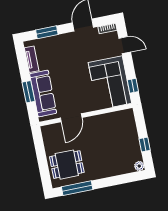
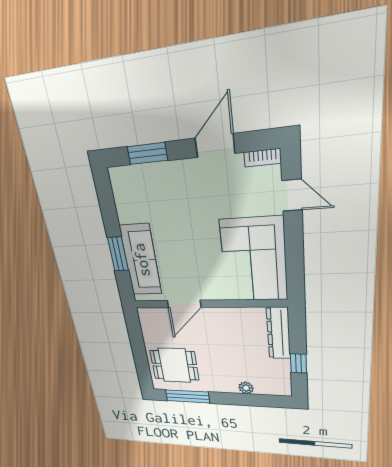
tv unit: (32, 59) -> (122, 201), removed
window: (133, 86) -> (295, 271), removed
dresser: (130, 126) -> (279, 333), added
plant: (139, 166) -> (246, 388), moved

